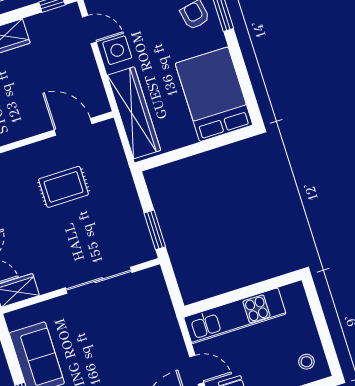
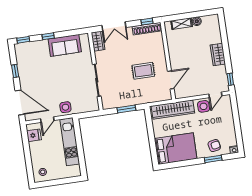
rug: (64, 187) -> (143, 71), turned 90
window: (155, 230) -> (126, 109), moved
side table: (165, 336) -> (65, 107), added

